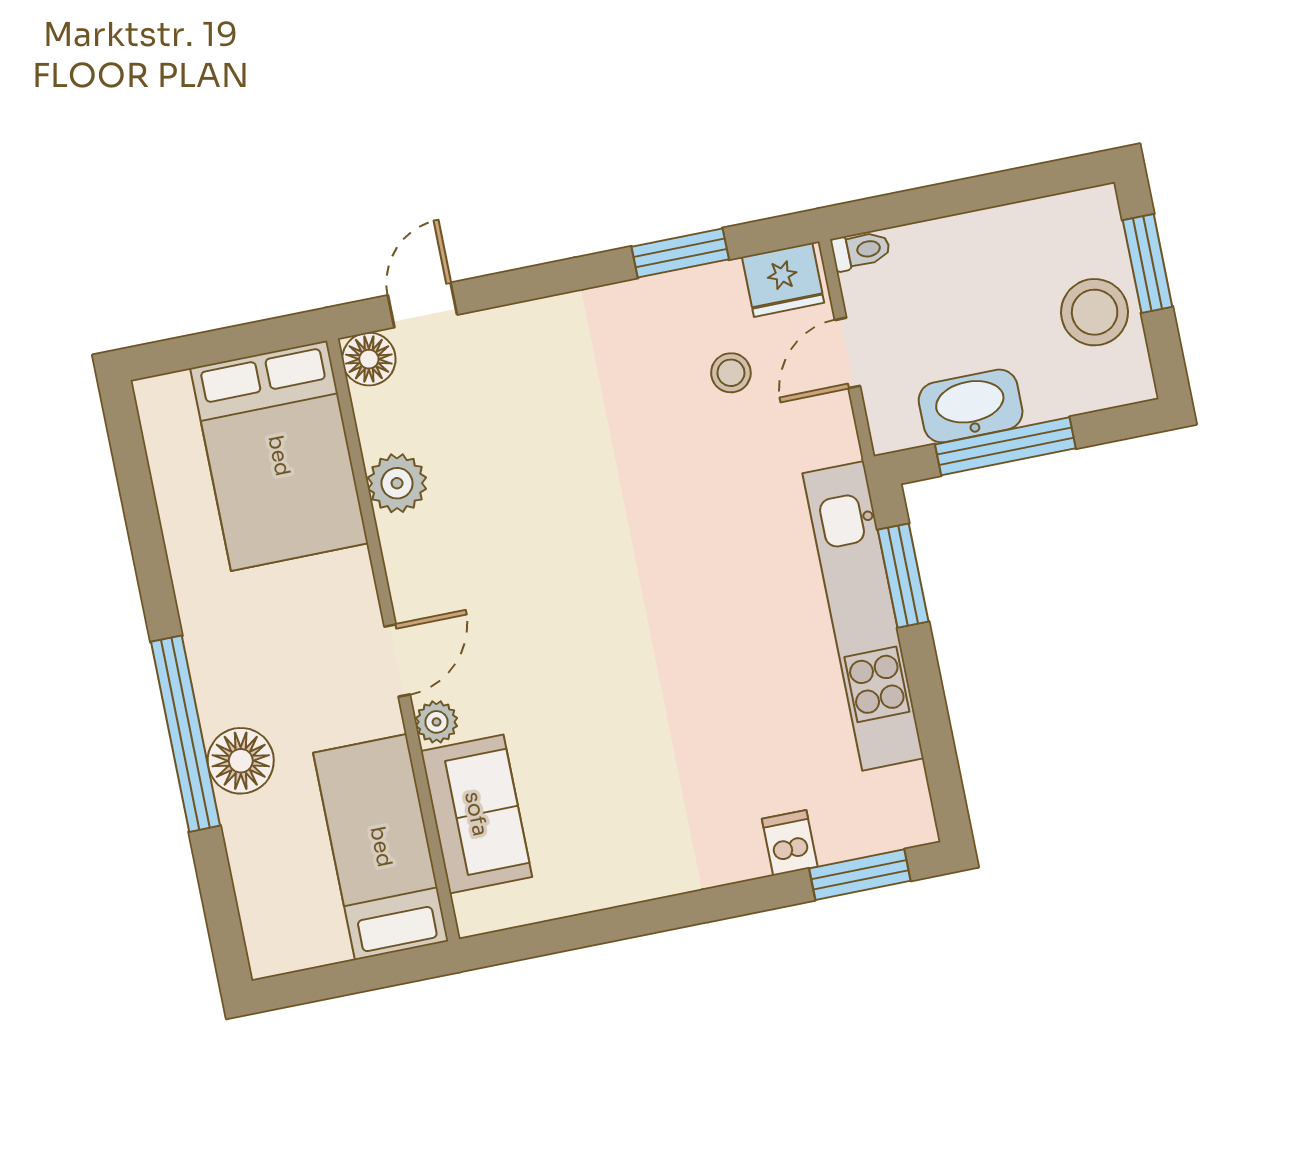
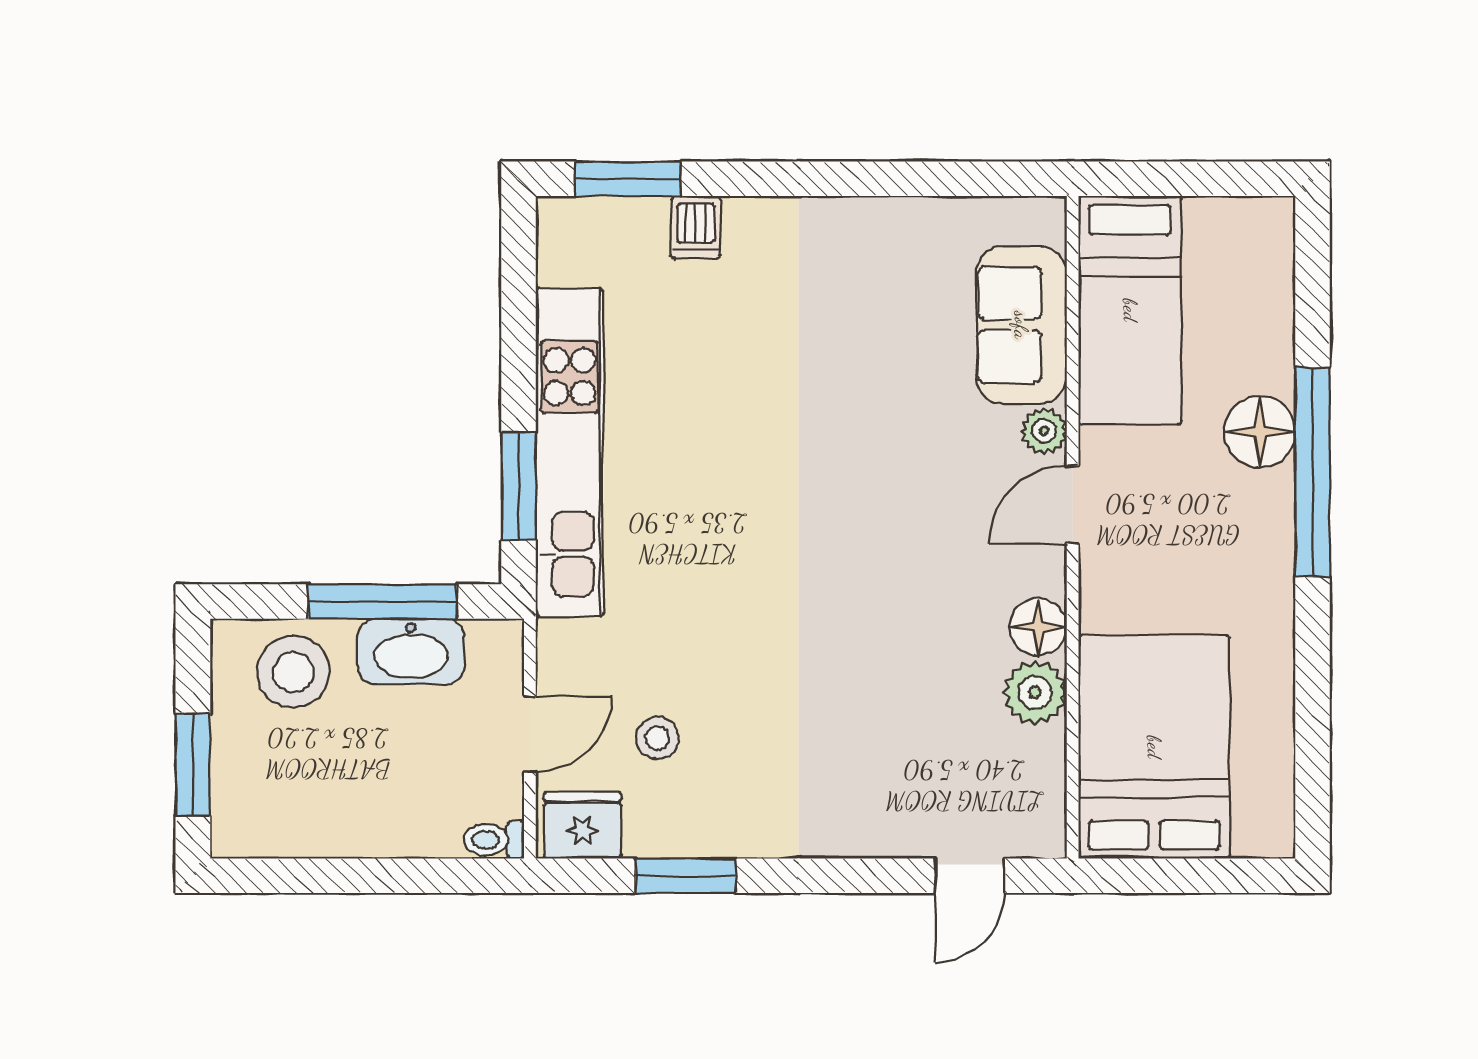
stool: (1095, 312) -> (293, 672), moved
floor lamp: (369, 359) -> (1038, 627), moved

